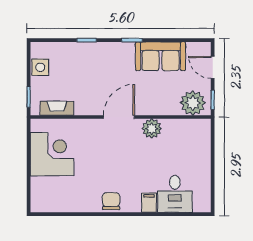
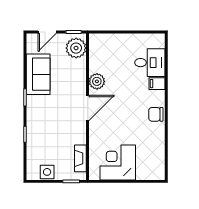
door: (119, 117) -> (88, 108), swing flipped

